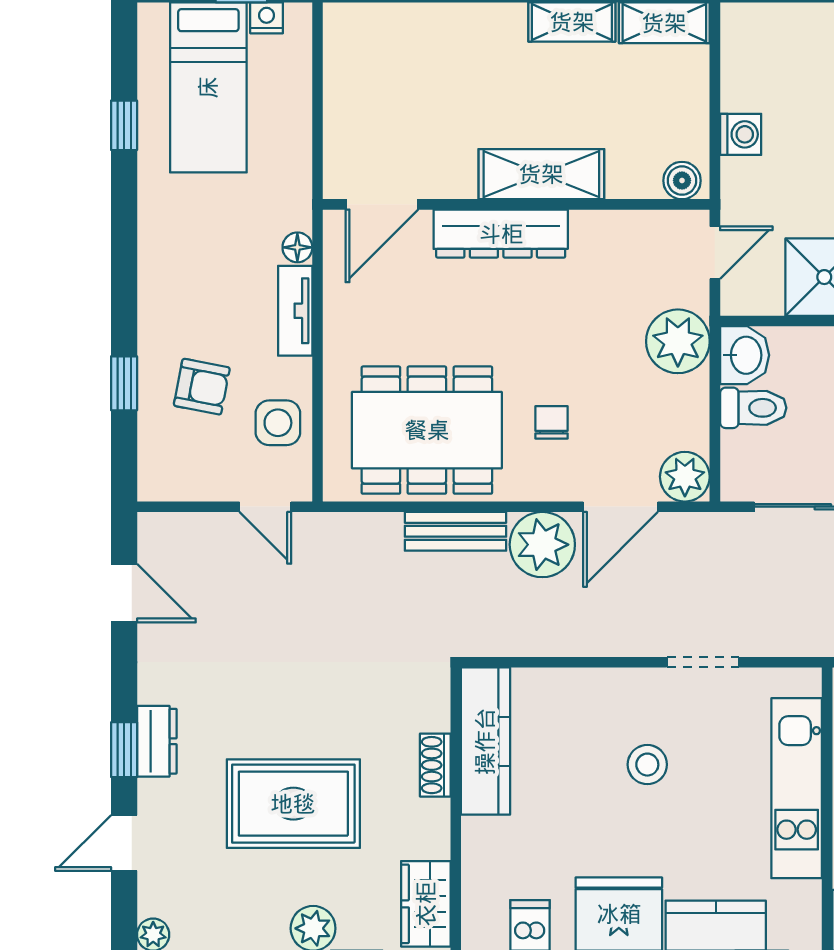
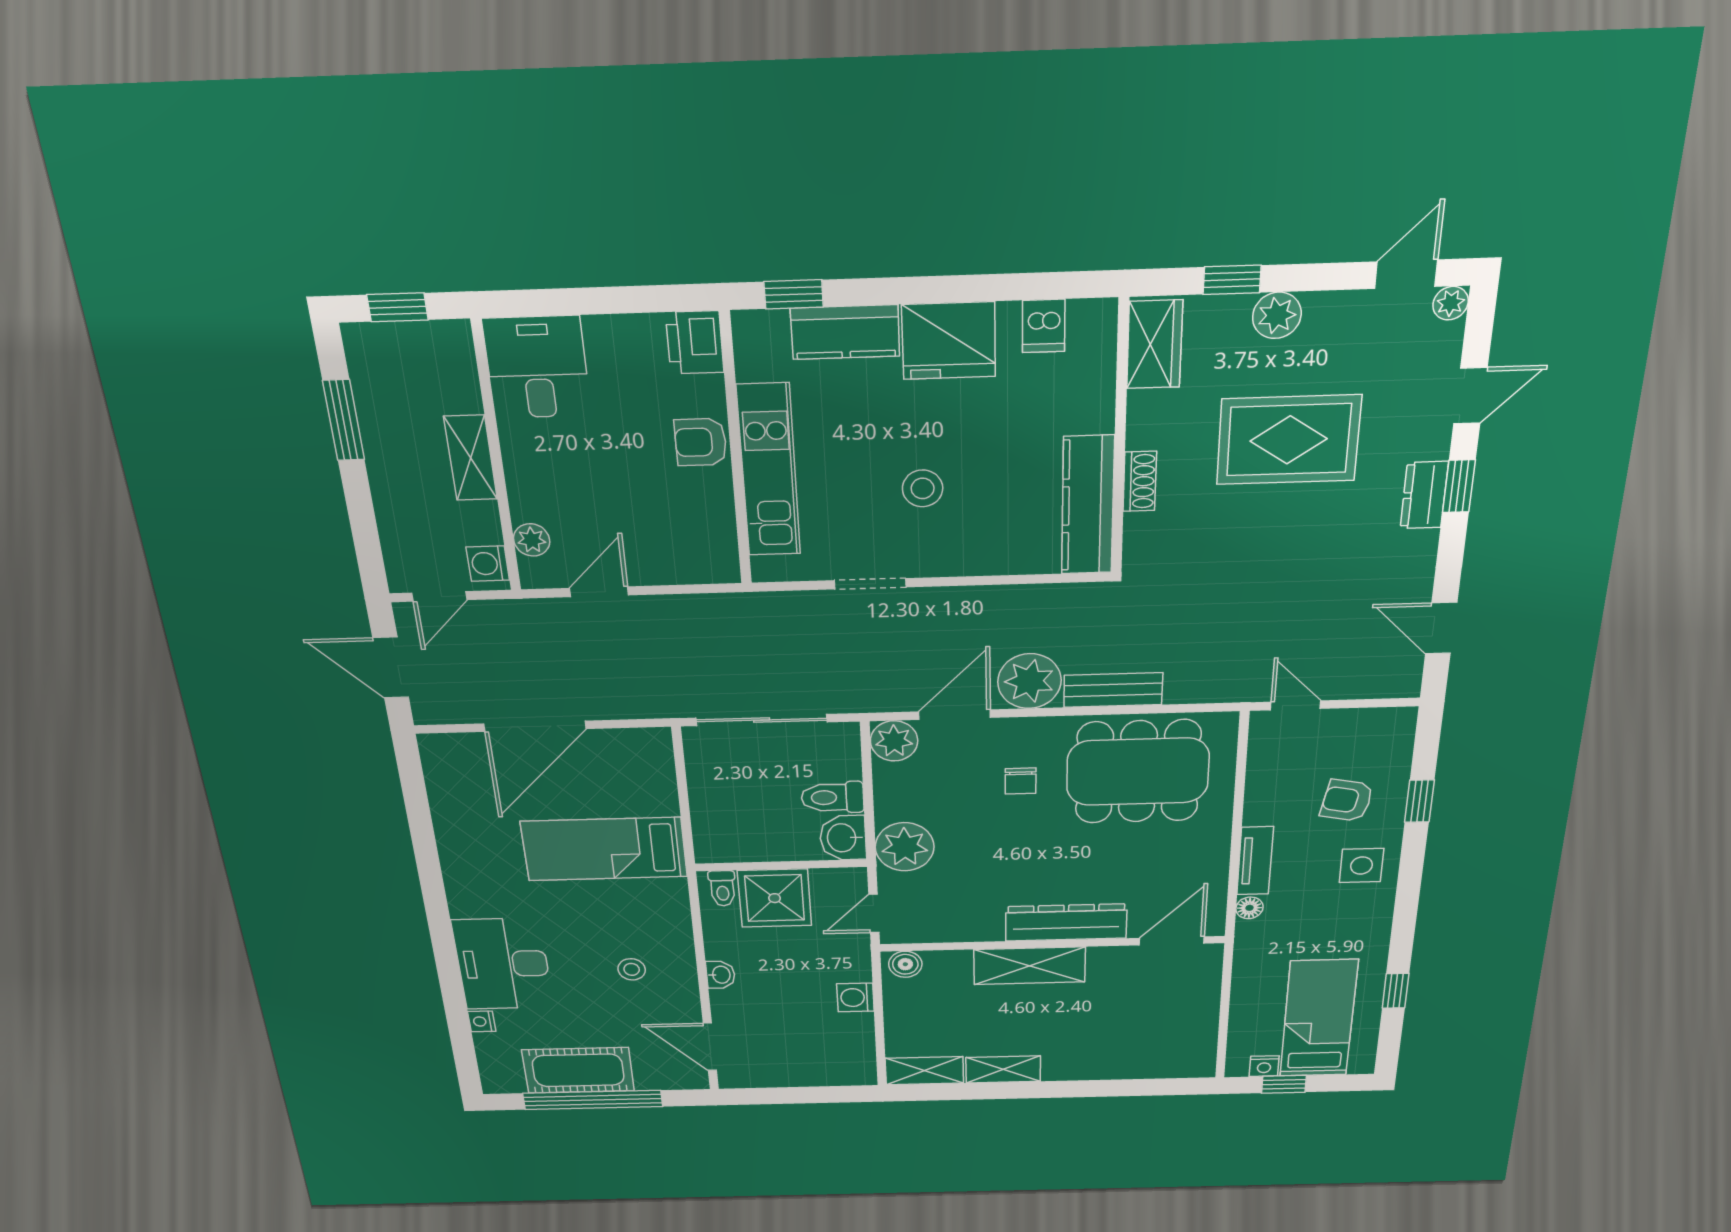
side table: (278, 423) -> (1361, 866), moved

